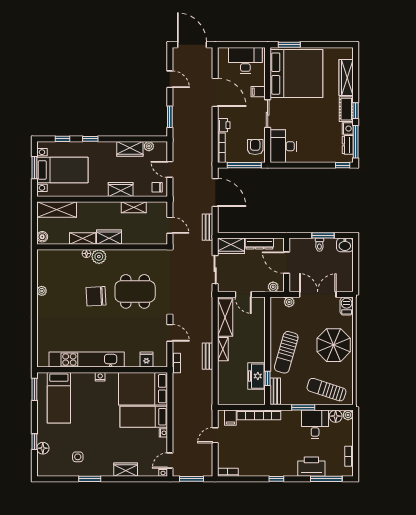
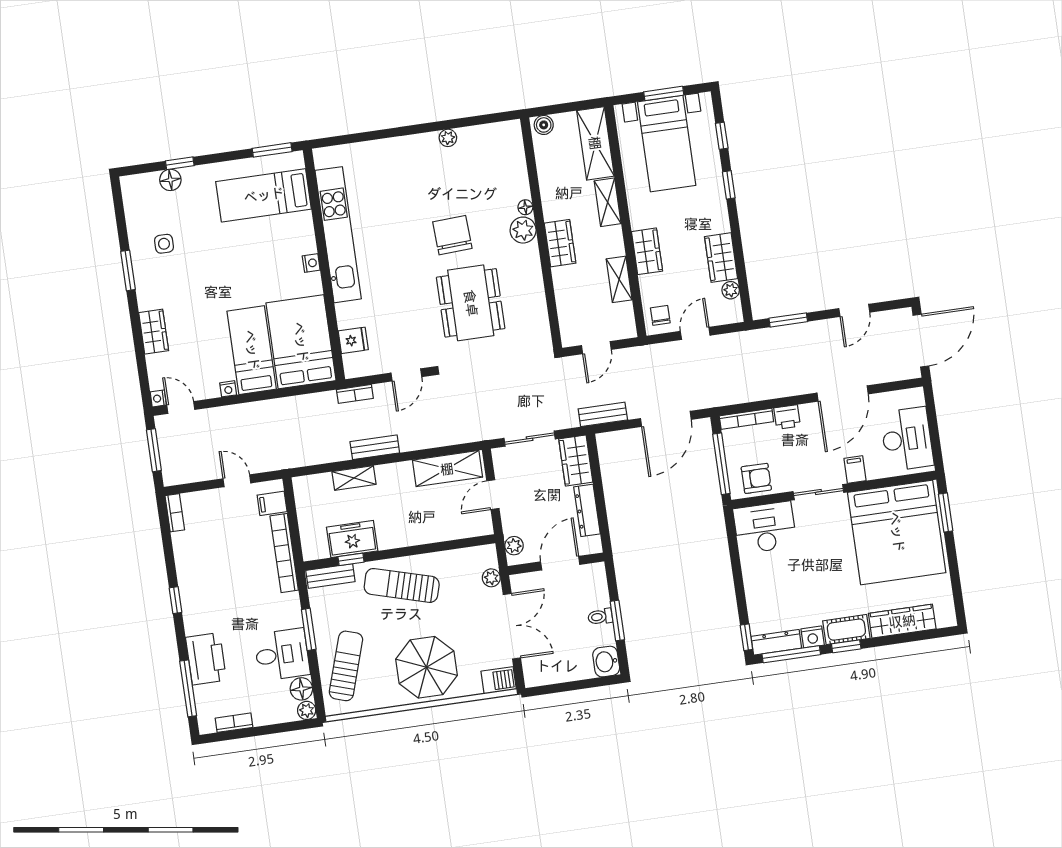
dresser: (348, 145) -> (776, 642), width x1.44
shelving: (83, 238) -> (608, 202), moved
shelving: (223, 349) -> (354, 478), moved

